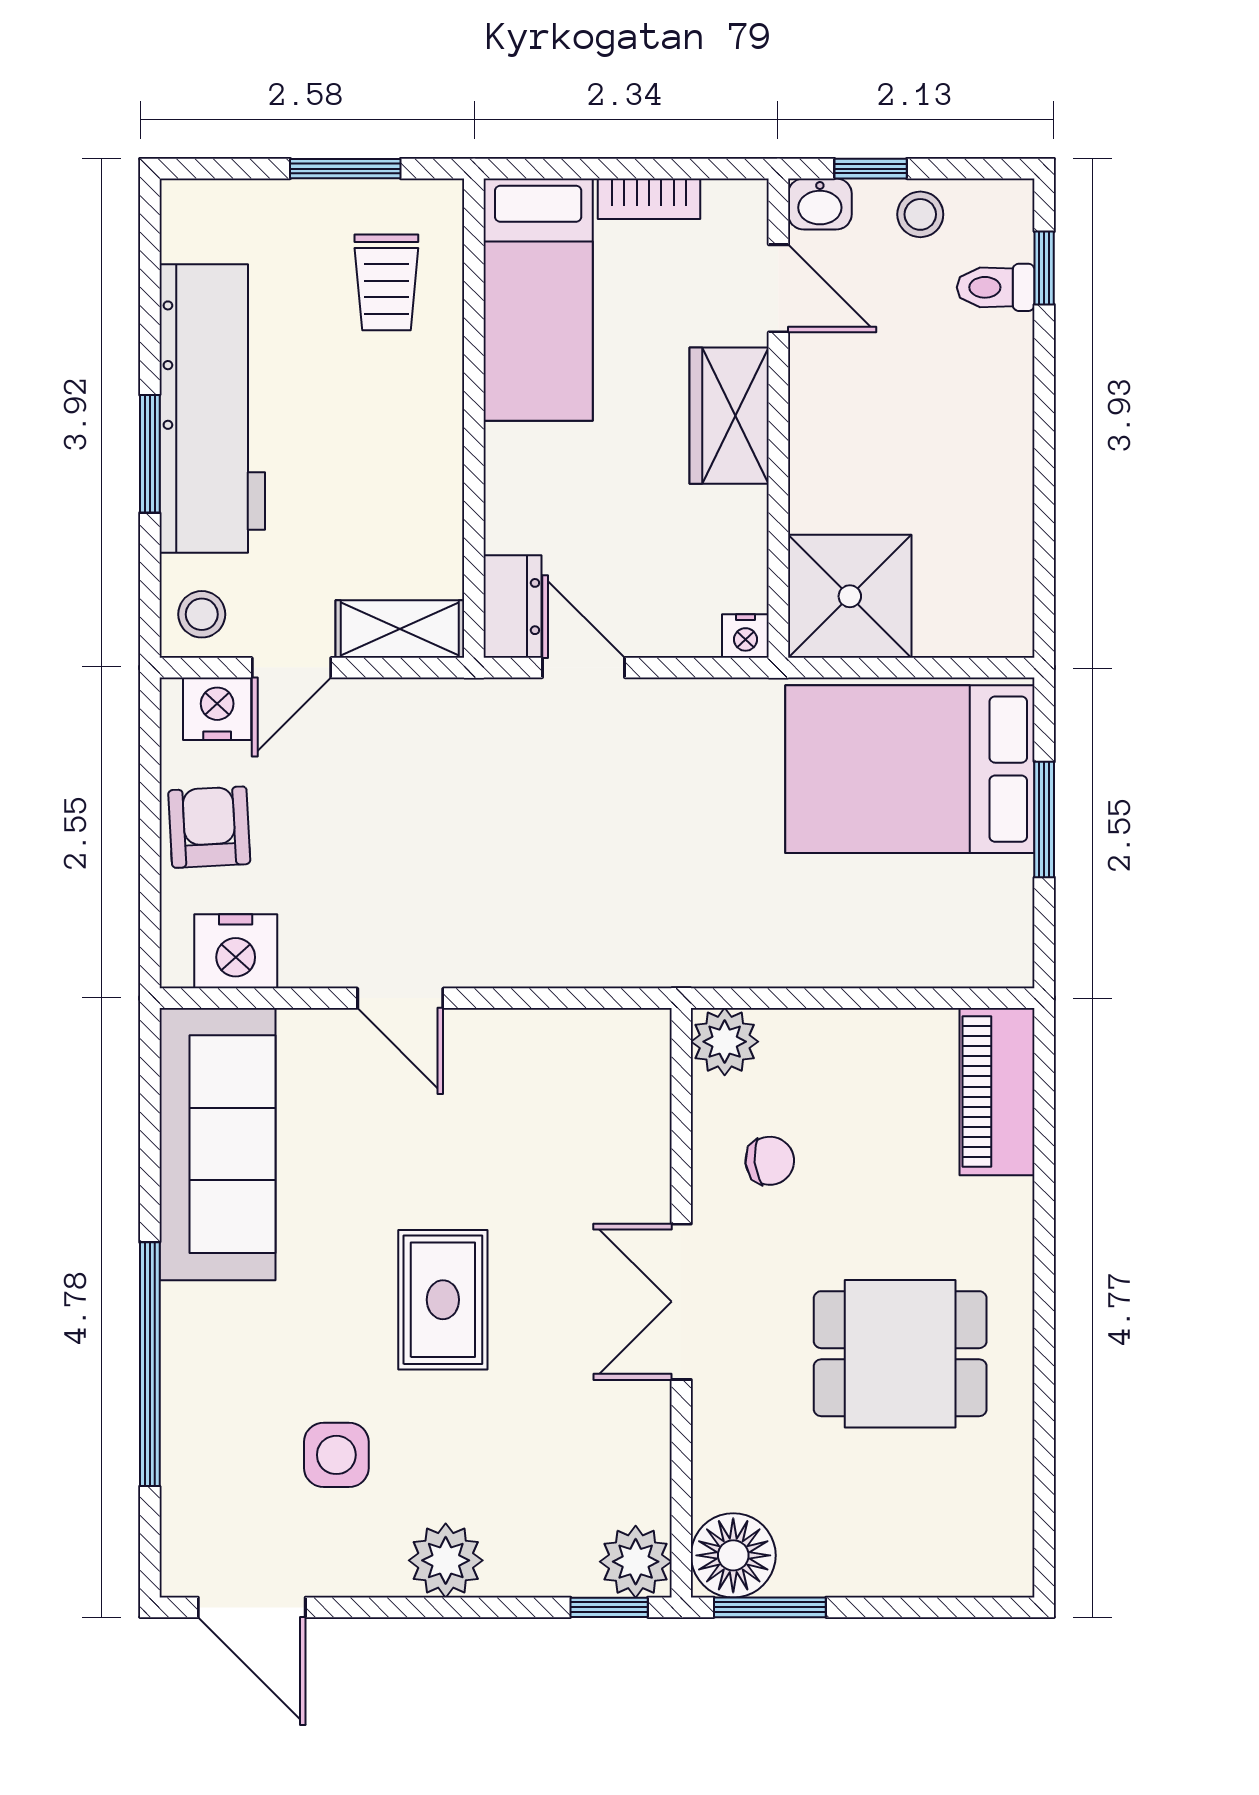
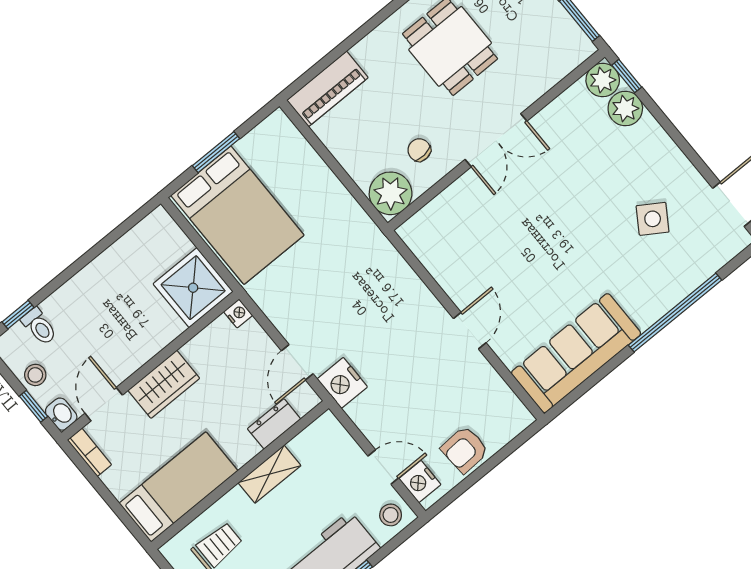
bookcase: (649, 199) -> (89, 452), moved
dresser: (512, 607) -> (274, 424), moved
shelving: (400, 629) -> (269, 474), moved, turned 90
nightstand: (236, 951) -> (342, 383), moved, turned 180
plant: (725, 1042) -> (391, 193), width x1.36, depth x1.36
rug: (443, 1300) -> (565, 226), removed
side table: (336, 1455) -> (653, 219), turned 33
floor lamp: (733, 1555) -> (572, 47), removed
plant: (446, 1560) -> (625, 108), moved

